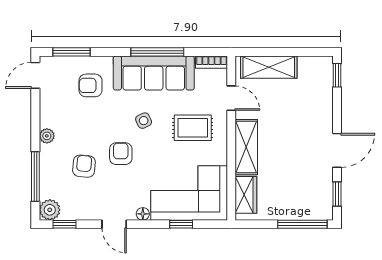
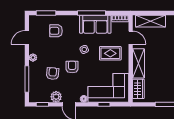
sofa: (154, 73) -> (95, 24), width x0.73
door: (35, 75) -> (27, 38), moved
plant: (50, 210) -> (56, 97), moved

